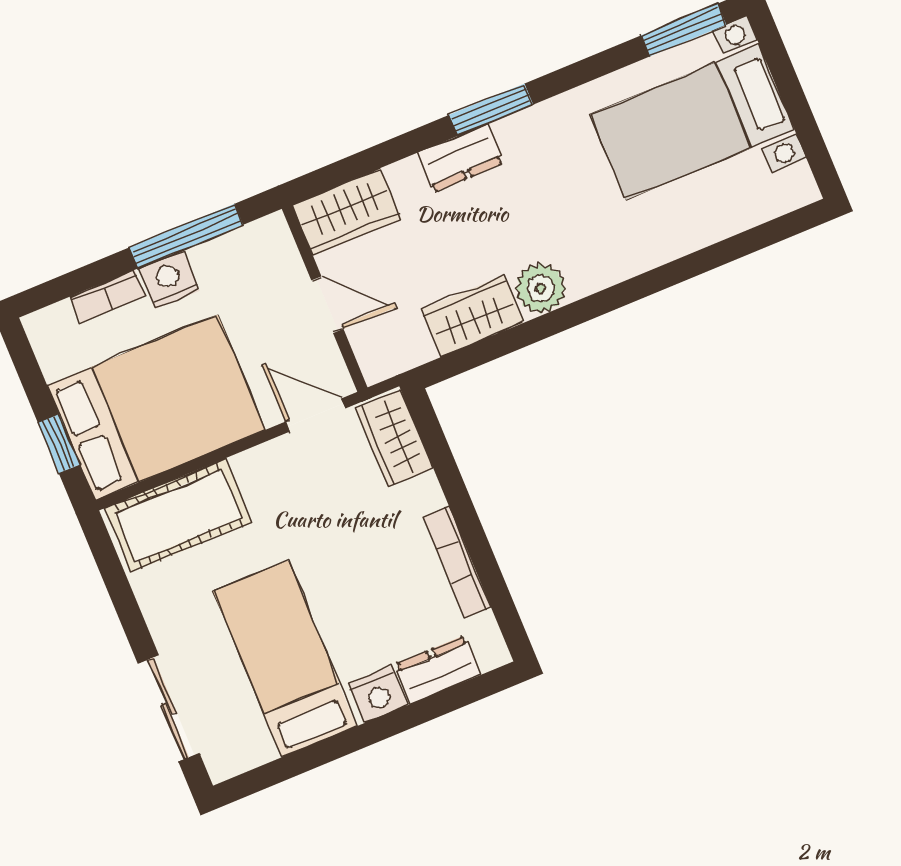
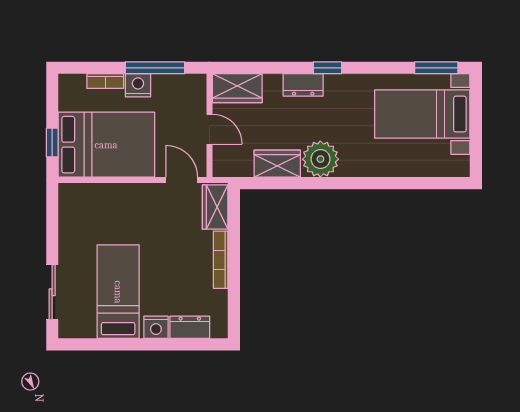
window: (491, 110) -> (327, 68), width x0.67
plant: (541, 288) -> (320, 159), width x1.36, depth x1.36
cot: (178, 515) -> (95, 201), removed
bookcase: (457, 562) -> (221, 260), moved

